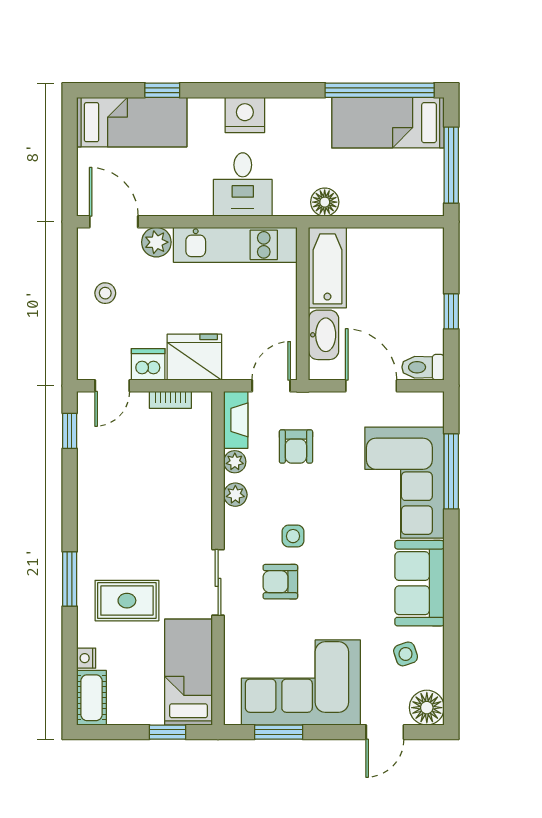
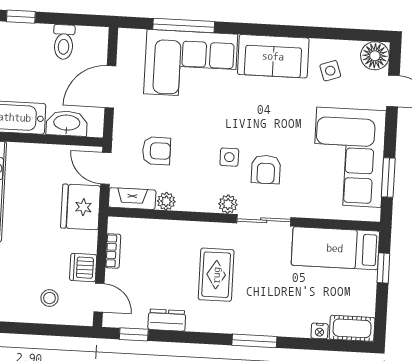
stool: (105, 293) -> (49, 298), moved
window: (451, 311) -> (21, 17), moved
fridge: (194, 357) -> (80, 207), moved
toilet: (423, 367) -> (64, 42), moved
dresser: (89, 470) -> (167, 320), added
plant: (235, 495) -> (228, 204), moved
rug: (127, 601) -> (216, 275), moved

